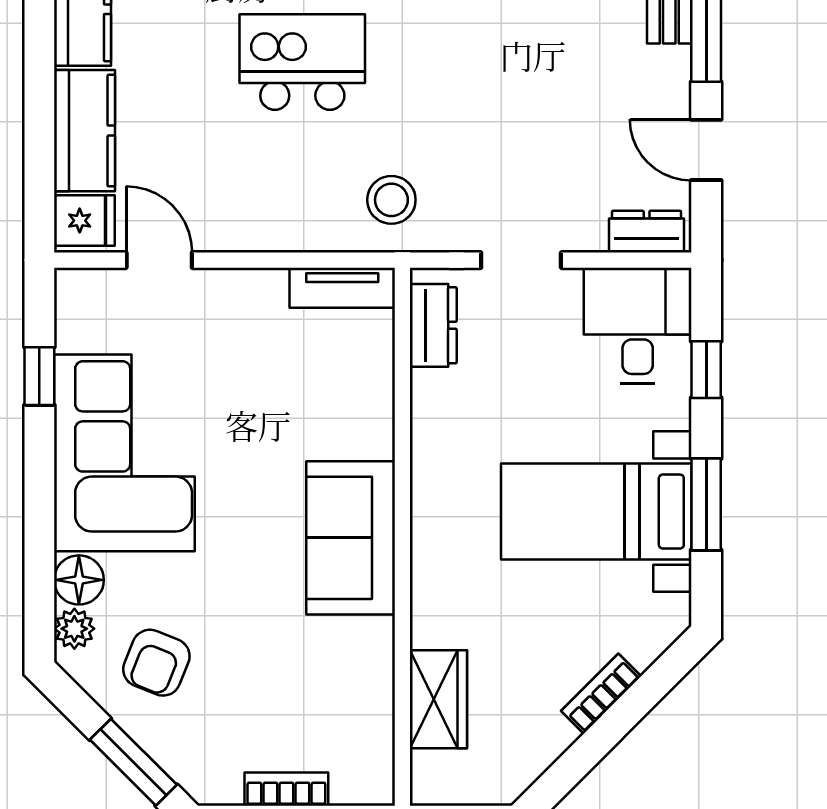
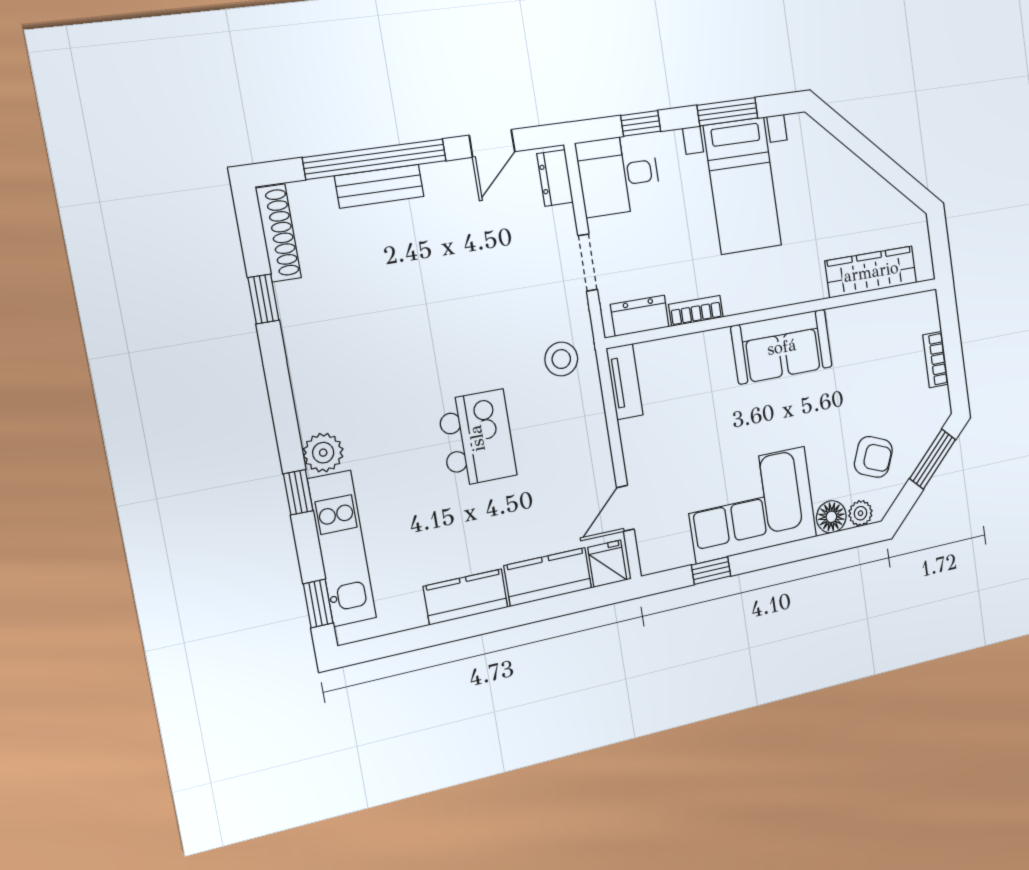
kitchen island: (302, 62) -> (477, 438), turned 180
bookcase: (601, 694) -> (696, 311), moved, turned 135
wardrobe: (438, 699) -> (871, 272), width x1.50

